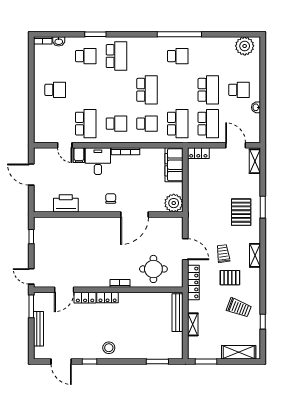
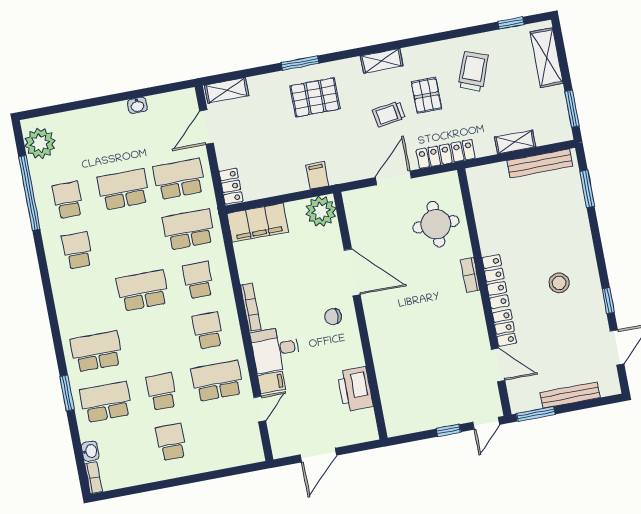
window: (179, 34) -> (29, 193), moved
school desk: (86, 56) -> (106, 402), width x1.85
school desk: (86, 90) -> (162, 392), added
school desk: (239, 90) -> (68, 200), moved
filing cabinet: (195, 205) -> (317, 175), added
window: (31, 237) -> (448, 430), moved
locker: (108, 298) -> (496, 282), width x1.53
bench: (178, 313) -> (540, 163), moved
window: (263, 322) -> (511, 23), moved
stool: (109, 348) -> (559, 283), moved

